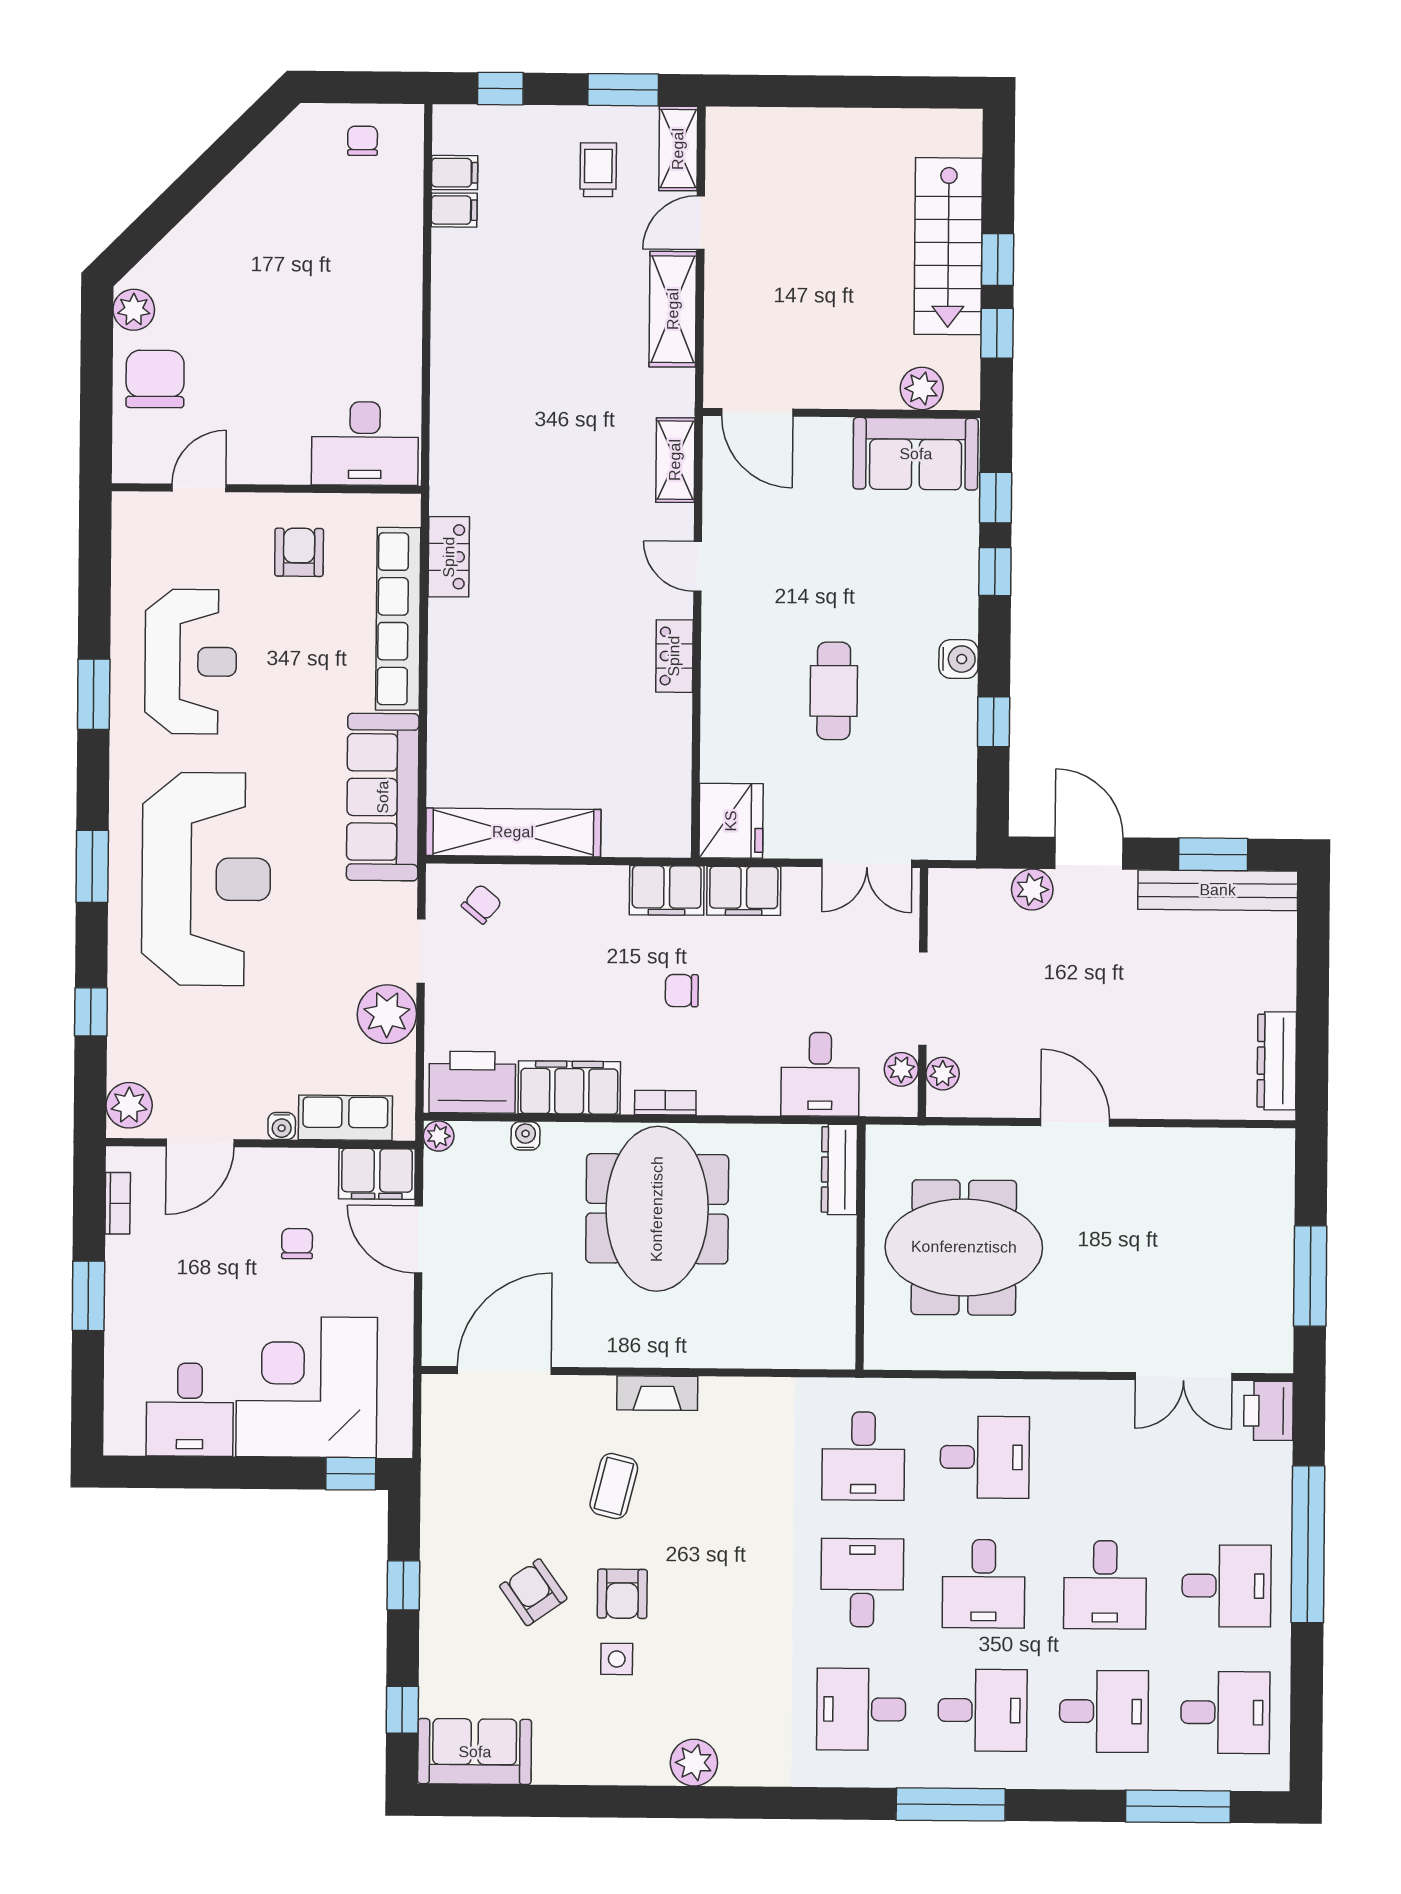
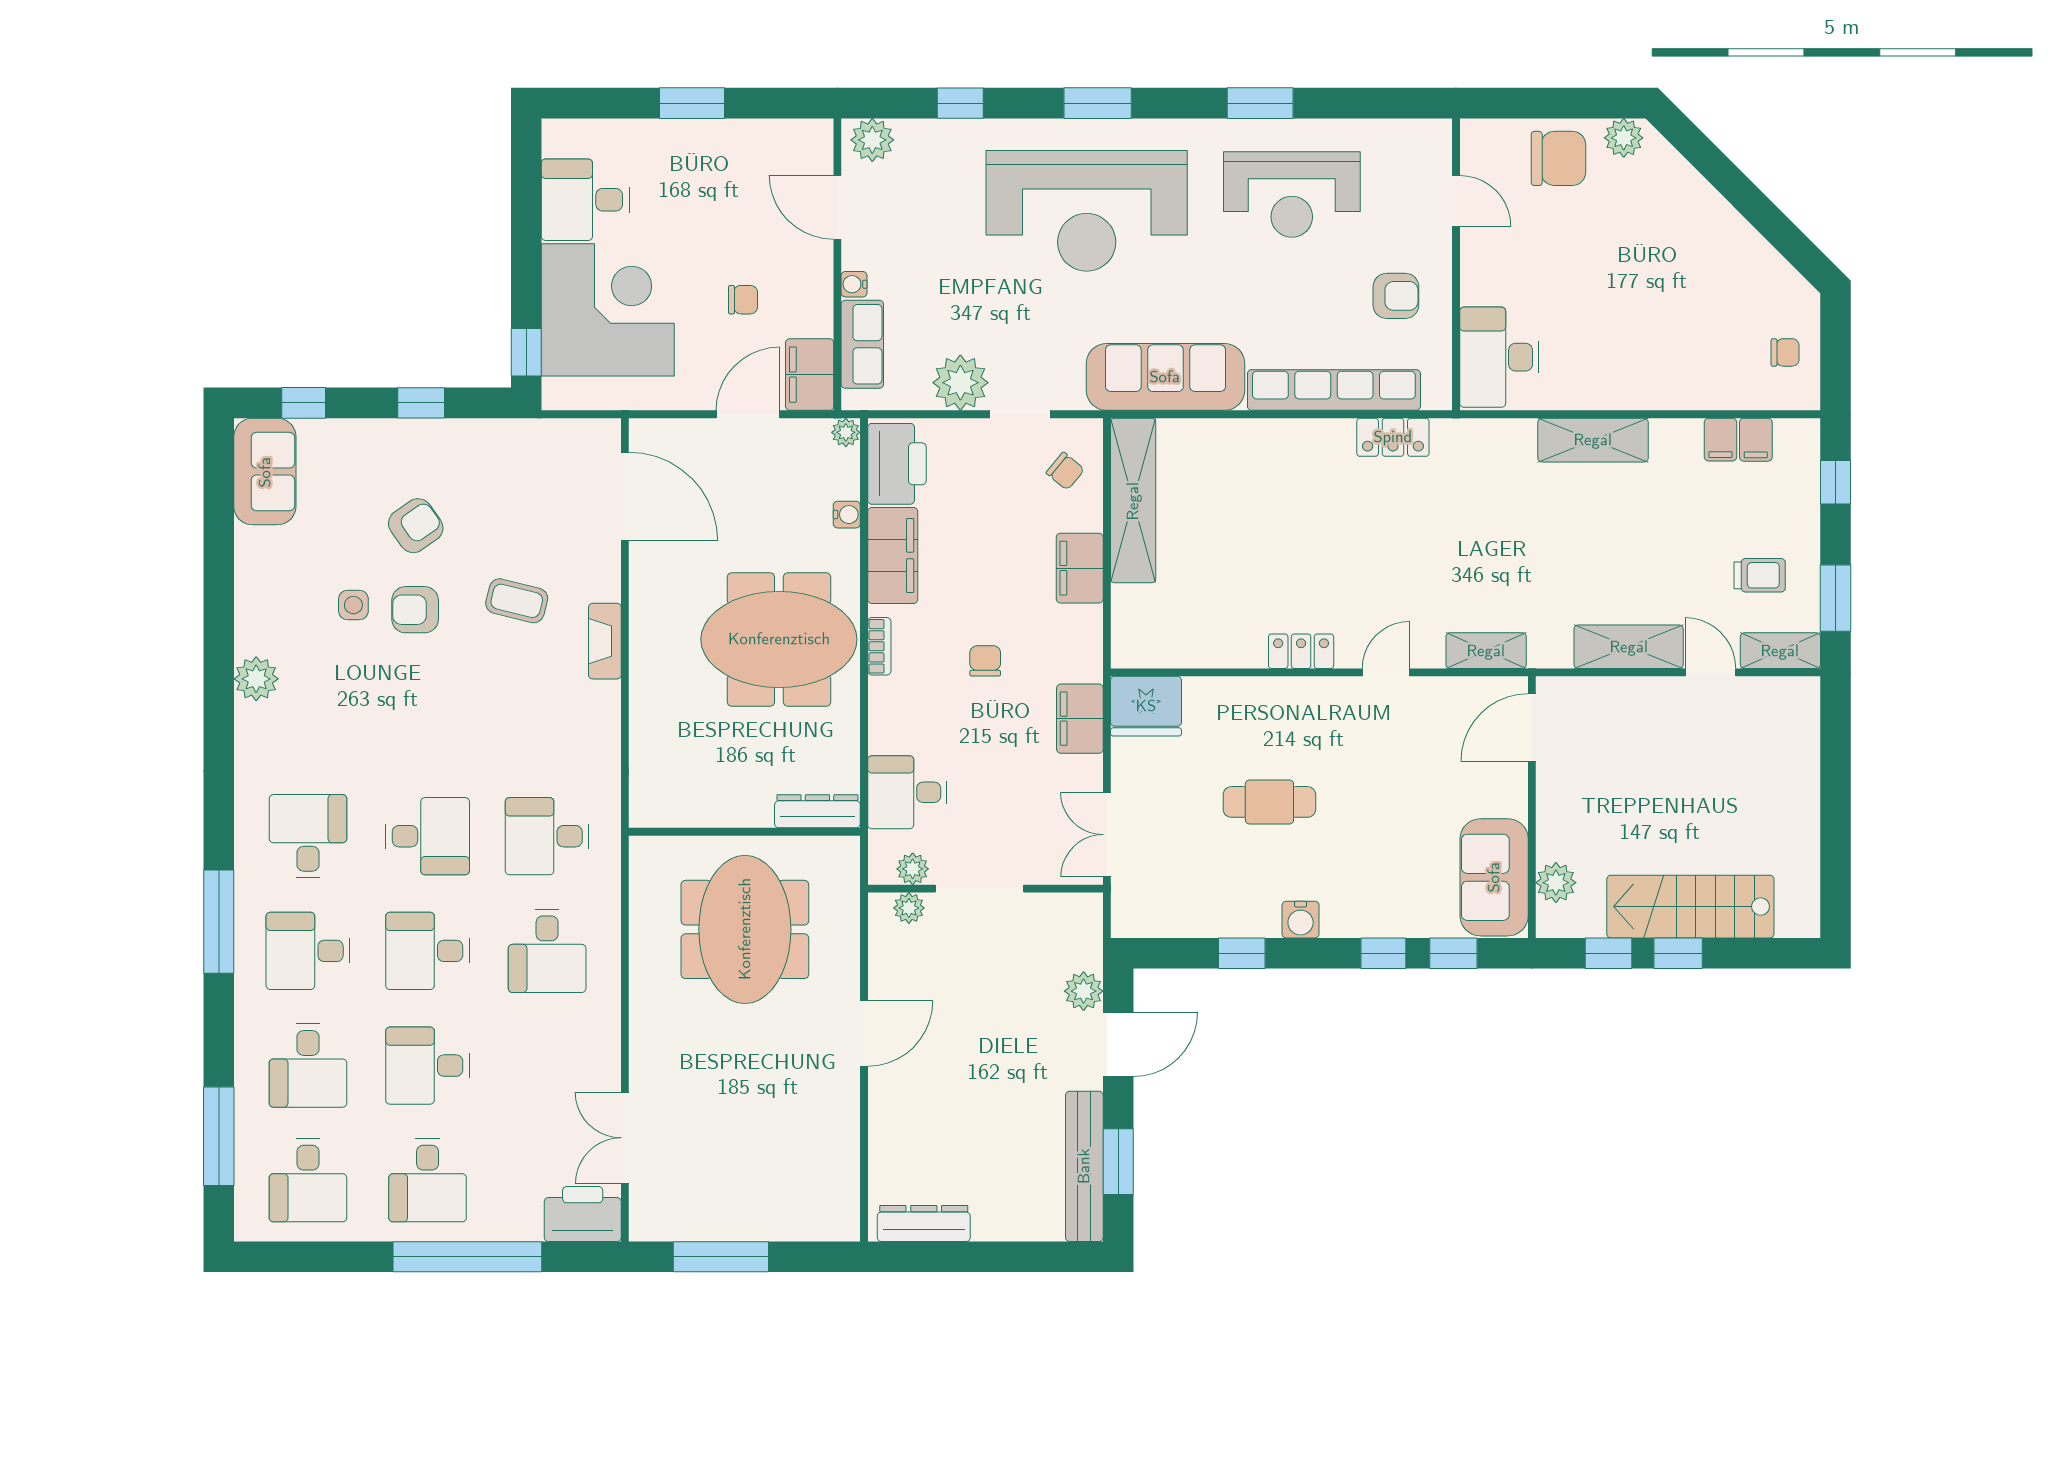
shelving: (454, 345) -> (1593, 440), added
filing cabinet: (667, 890) -> (1080, 568), moved
bookcase: (118, 1203) -> (780, 130), removed
printer: (1269, 1411) -> (583, 1214), width x1.37, depth x1.19
desk: (983, 1710) -> (308, 951), turned 90

